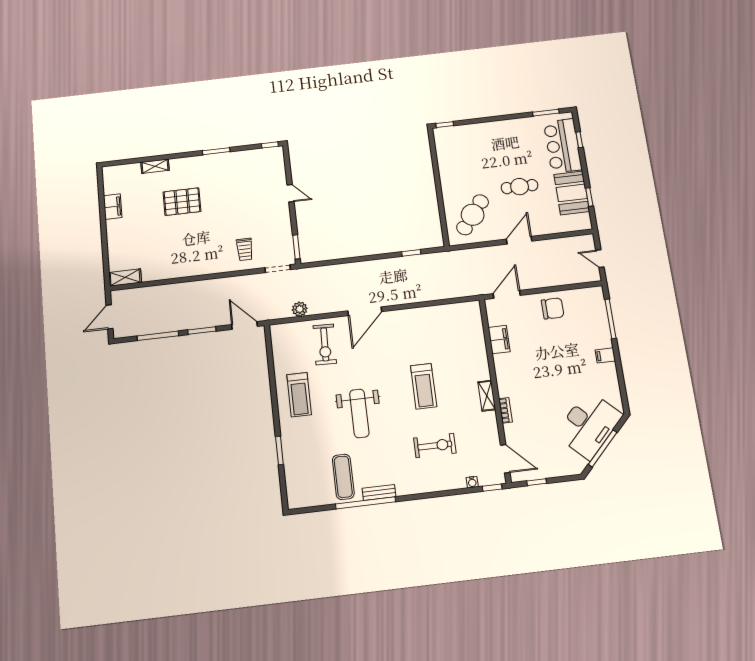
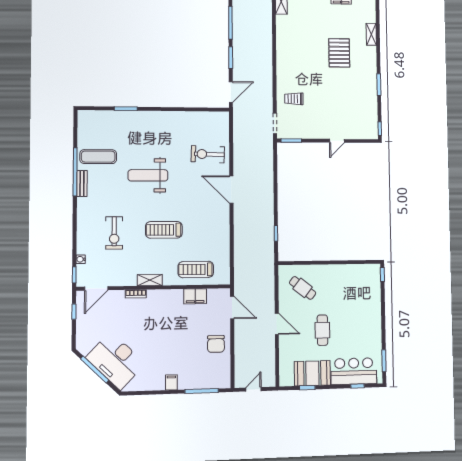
cafe table: (473, 215) -> (303, 288), width x0.73, depth x0.74
plant: (300, 309) -> (239, 137), removed
treadmill: (299, 395) -> (196, 269), moved

